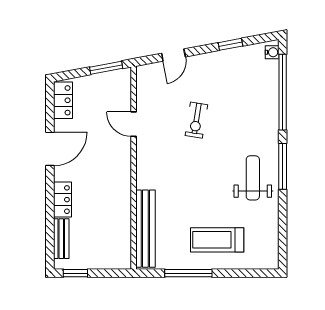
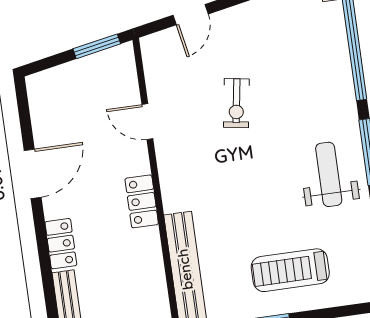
locker: (63, 100) -> (142, 201), moved, turned 180

